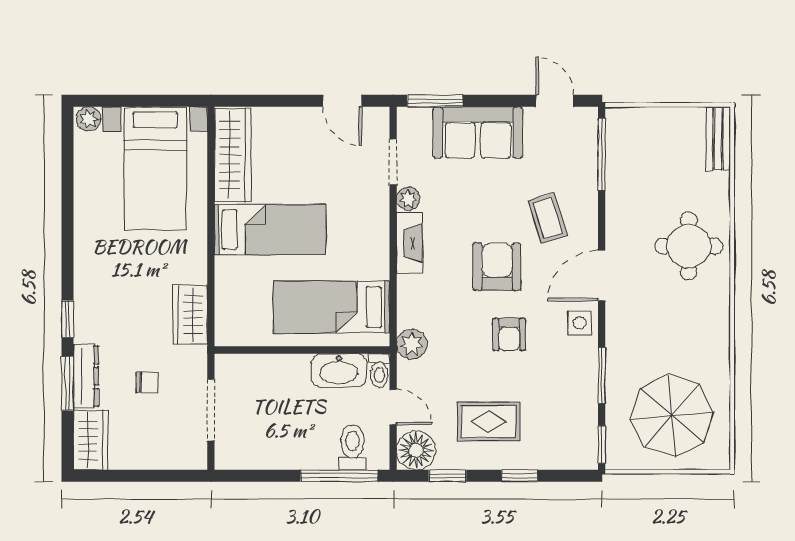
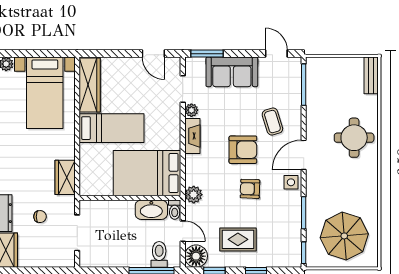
armchair: (497, 267) -> (243, 150), turned 90
bed: (332, 307) -> (147, 173), width x1.50
armchair: (509, 334) -> (250, 189), turned 92

